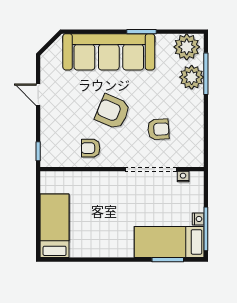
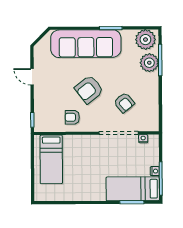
armchair: (113, 112) -> (89, 89), turned -61
armchair: (158, 129) -> (124, 103), turned 53
bed: (55, 226) -> (51, 159), moved, turned 180

